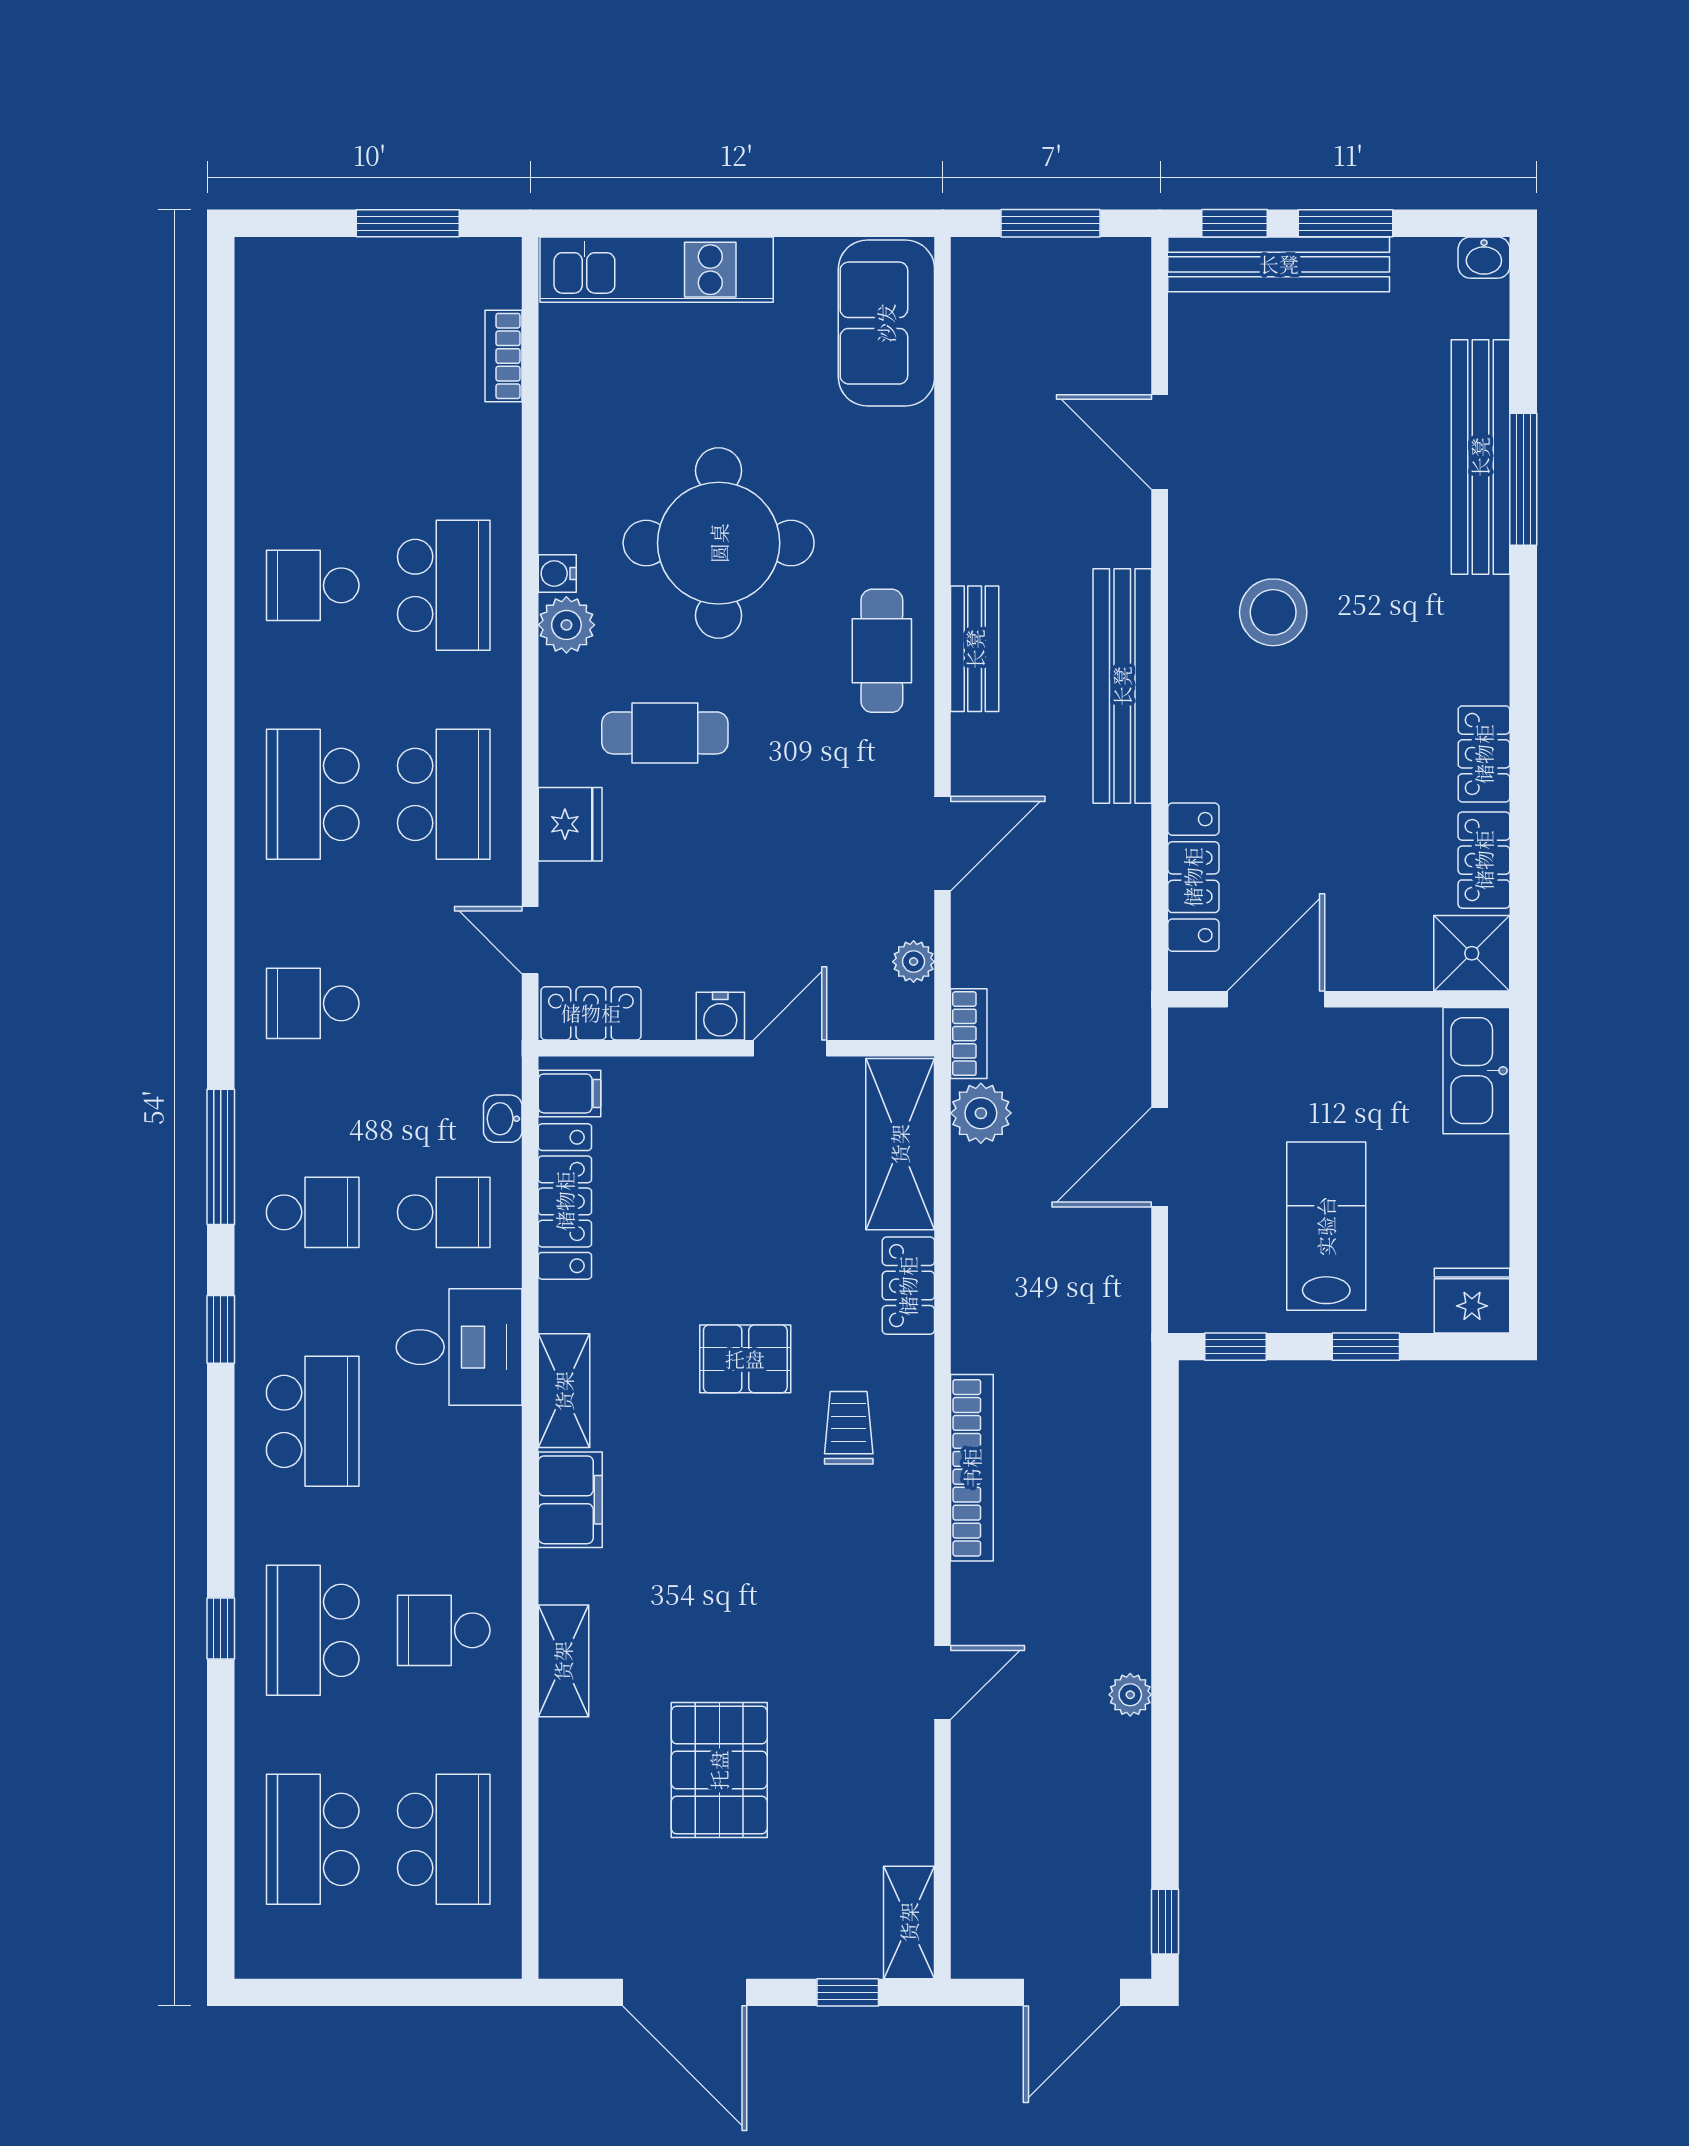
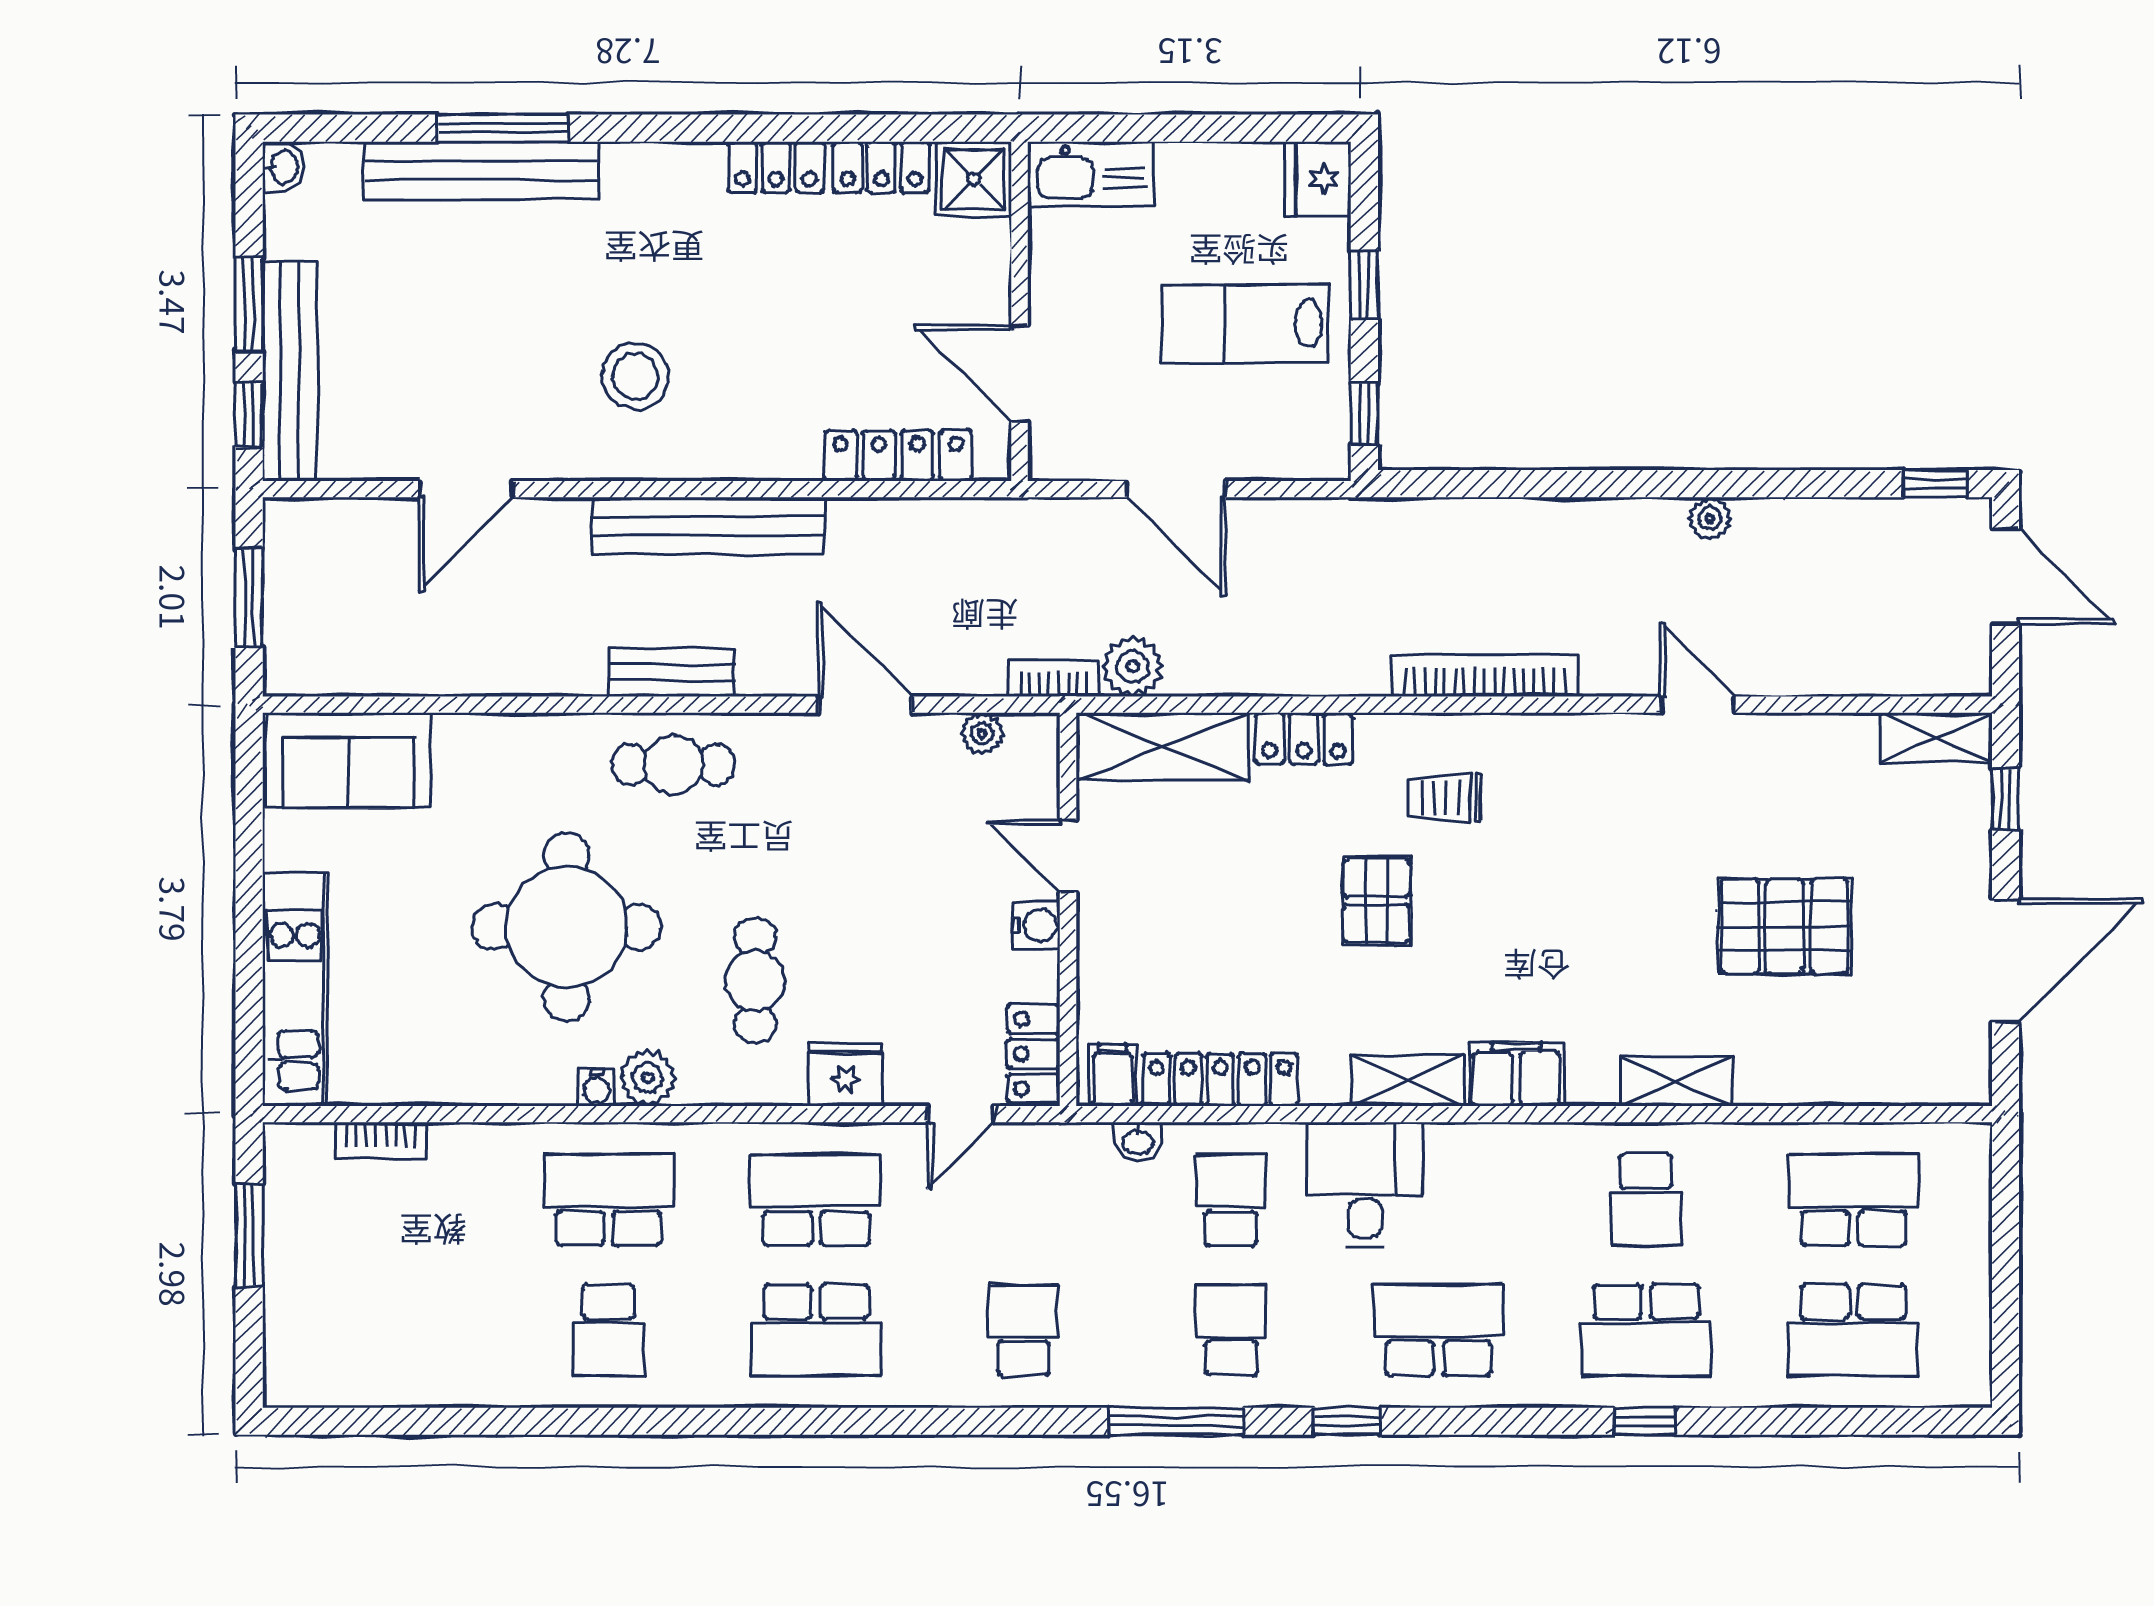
school desk: (313, 1003) -> (1024, 1330), turned 180

